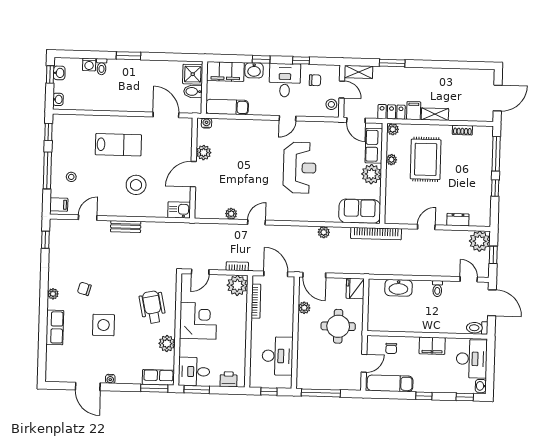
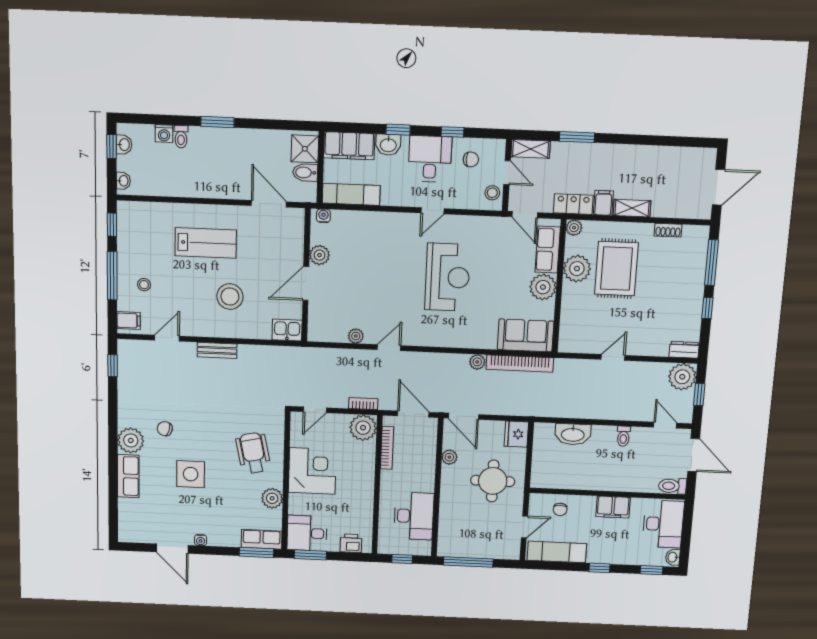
plant: (391, 160) -> (577, 269), width x1.88, depth x1.88
dresser: (458, 220) -> (684, 350), moved
bookcase: (376, 234) -> (520, 364), moved
plant: (53, 294) -> (131, 440), width x1.87, depth x1.87

